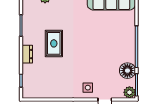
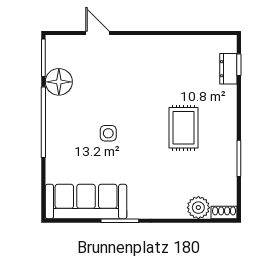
dresser: (27, 54) -> (228, 69), moved
side table: (88, 88) -> (108, 133), moved
plant: (129, 92) -> (55, 45), removed

